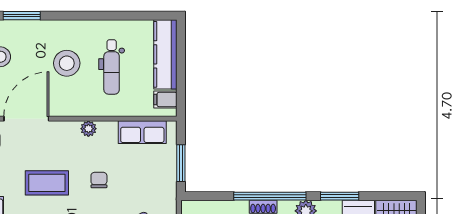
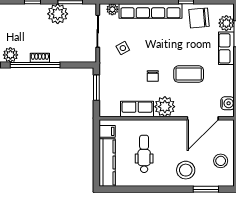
stool: (67, 63) -> (186, 170), moved
plant: (88, 129) -> (165, 107), width x1.88, depth x1.88
row of seats: (142, 132) -> (137, 109), moved

